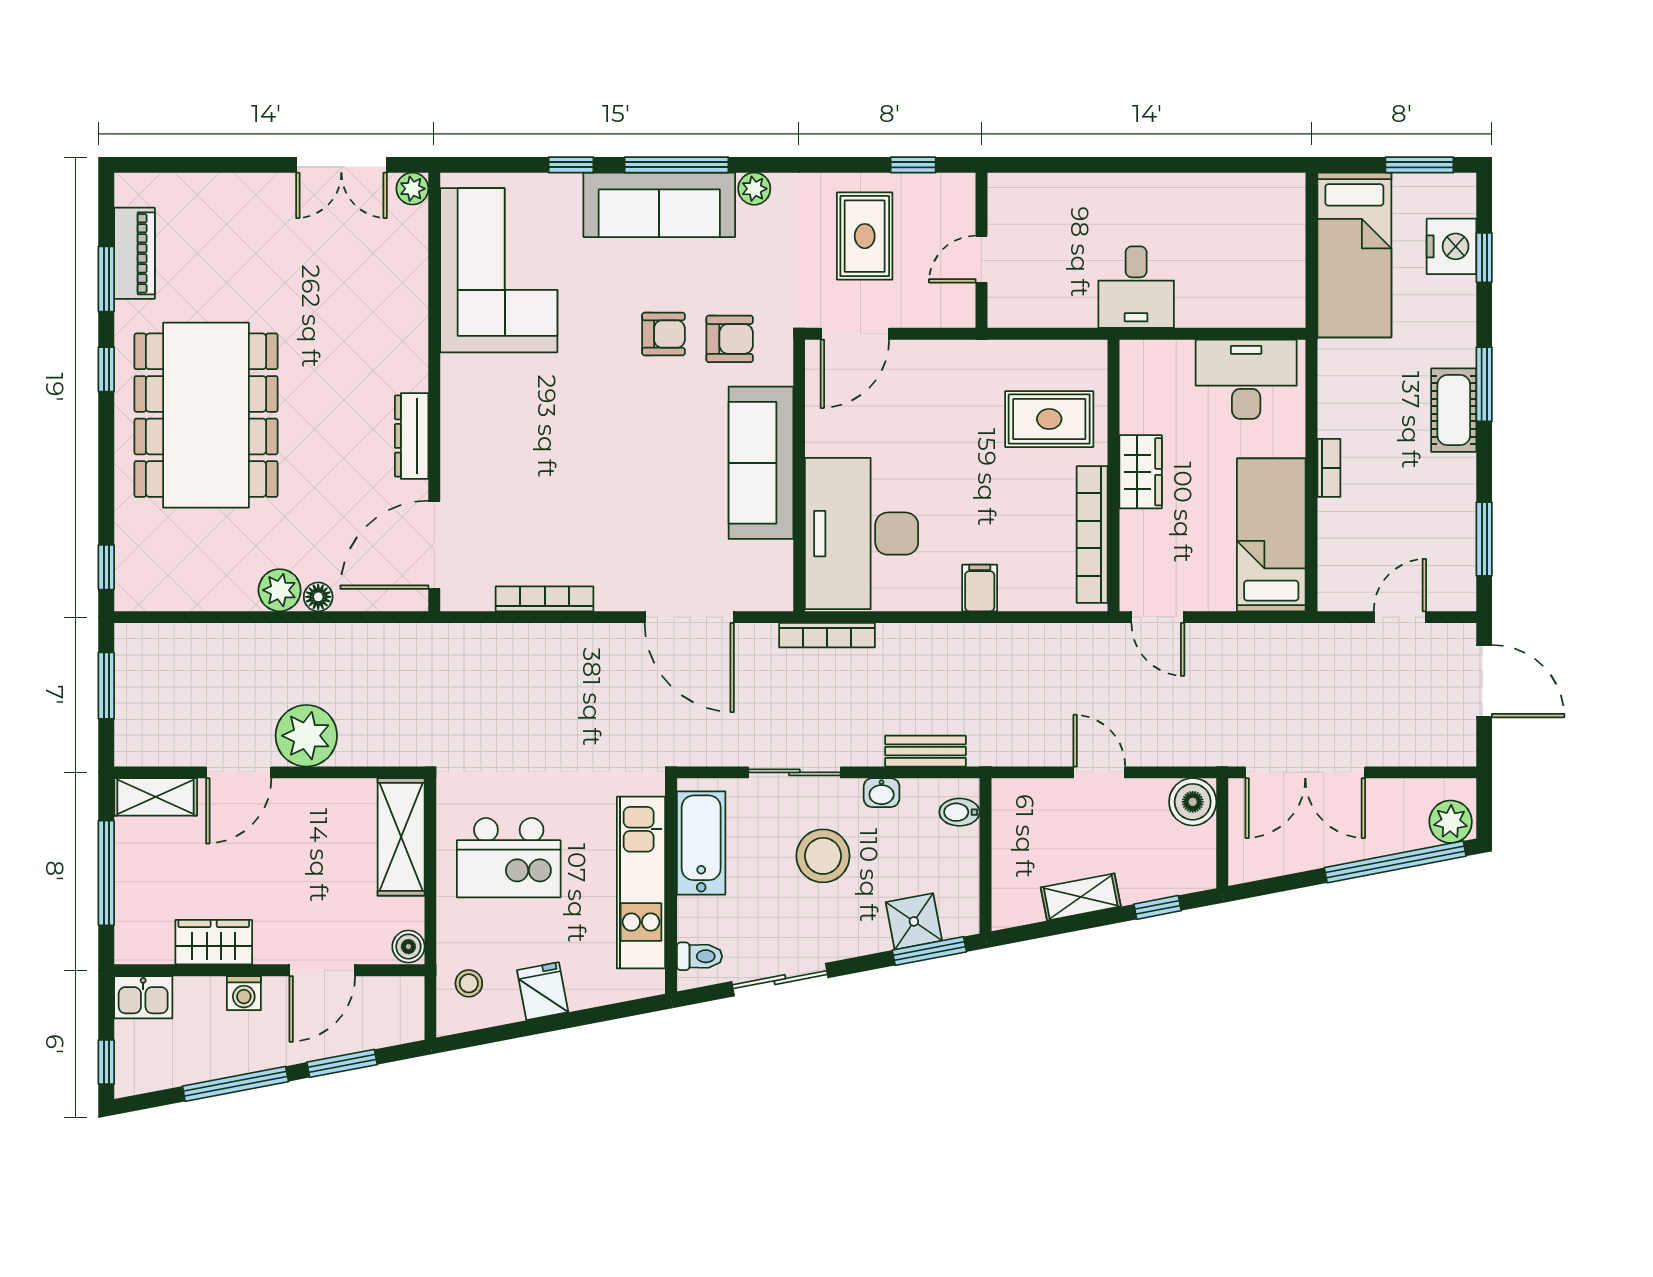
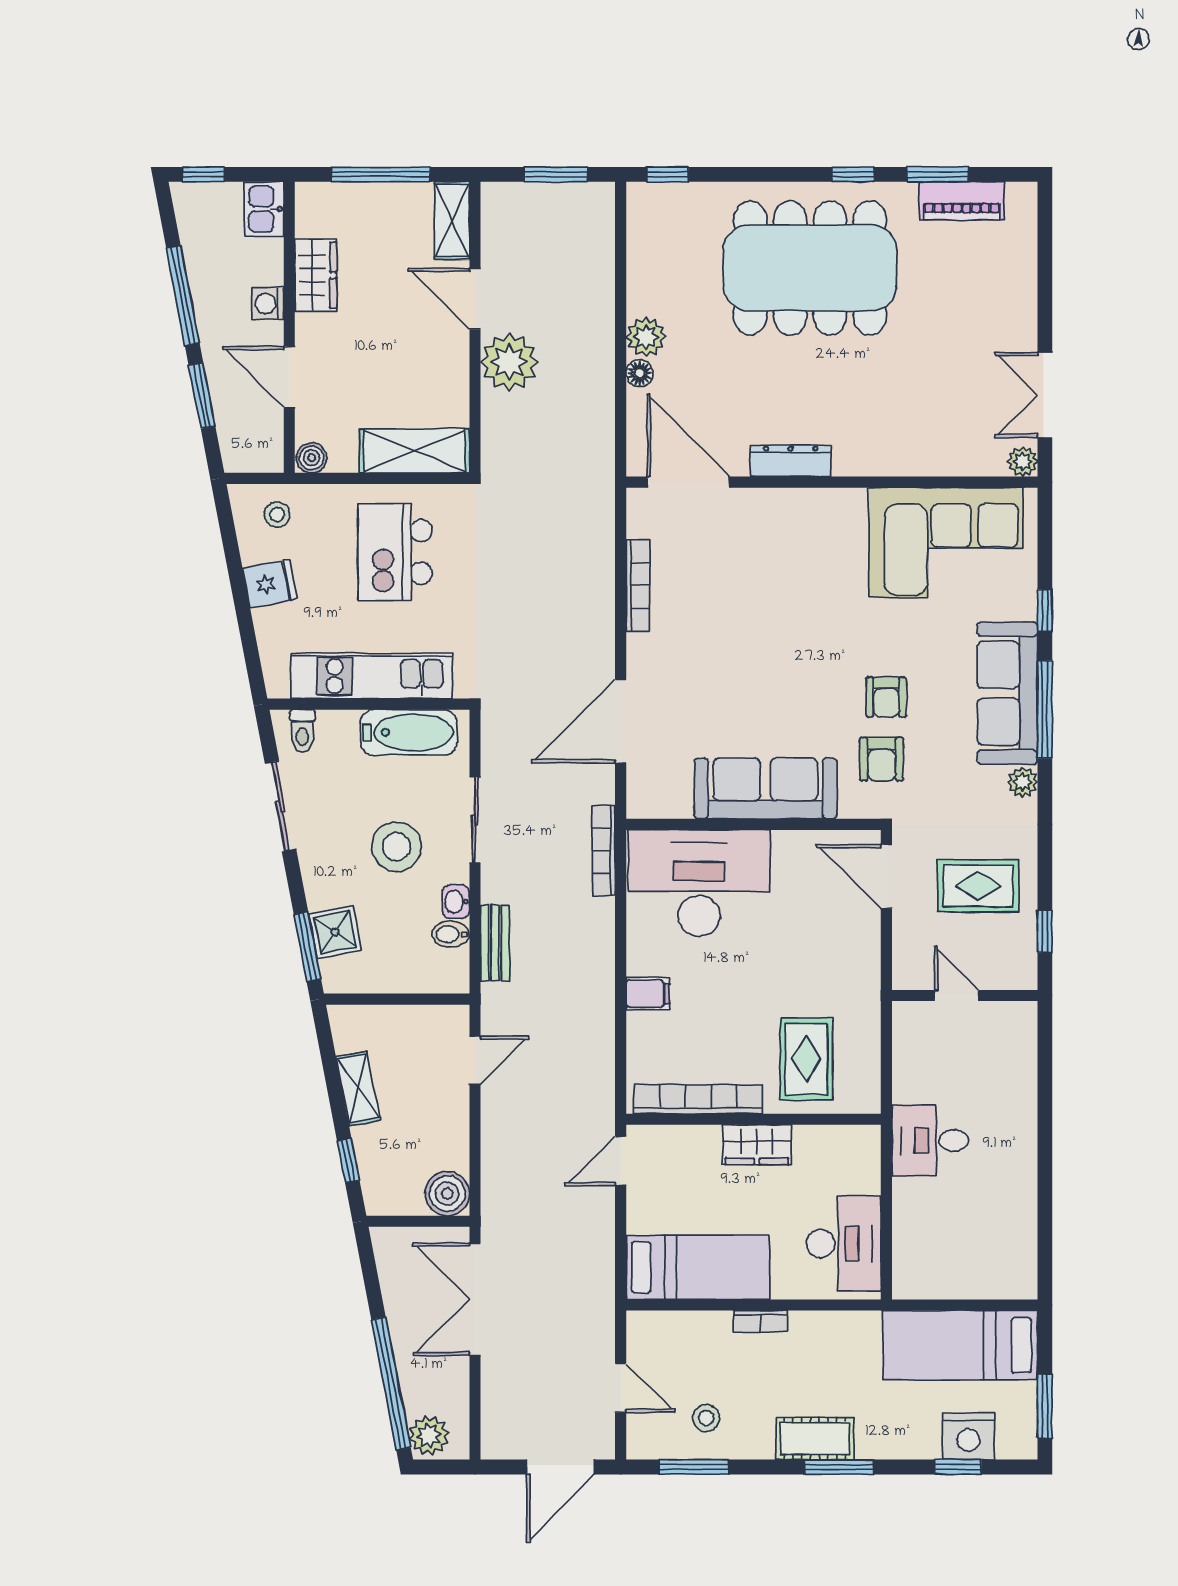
stool: (1432, 526) -> (706, 1418), added
door: (1099, 772) -> (475, 1060), moved
bidet: (959, 812) -> (451, 934), moved, turned -90

